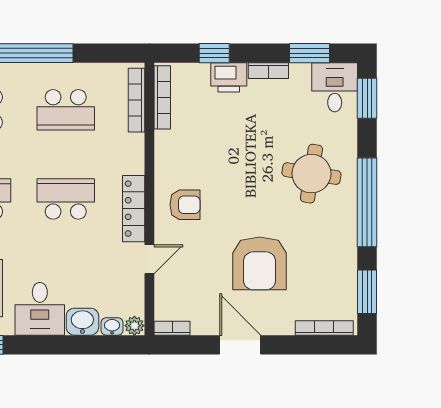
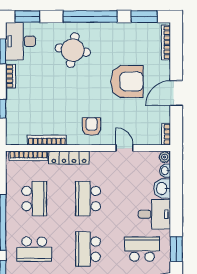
printer: (229, 77) -> (15, 100), removed
desk: (335, 87) -> (21, 41), width x1.37
bookcase: (162, 97) -> (47, 140), moved
locker: (134, 209) -> (69, 158), moved

